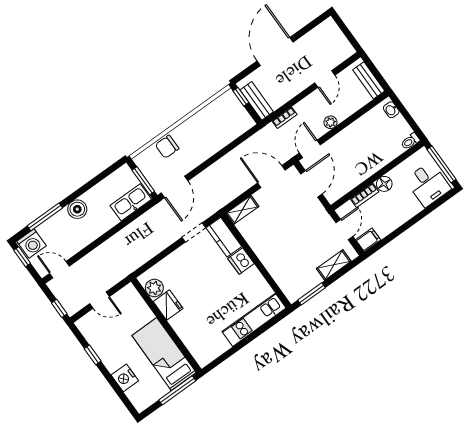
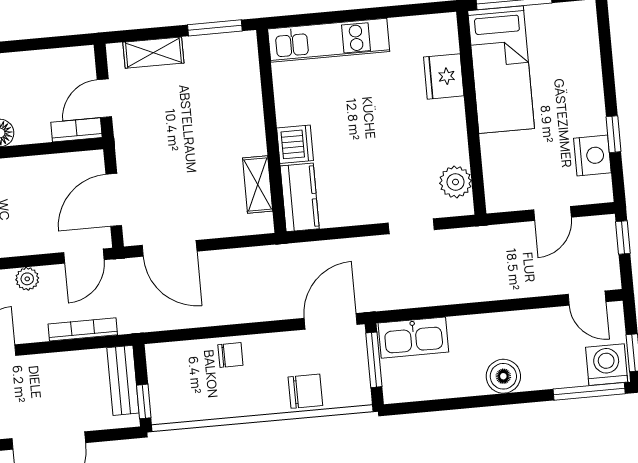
bookcase: (284, 118) -> (83, 329), width x1.56
chair: (213, 143) -> (230, 355), added
bookcase: (365, 195) -> (77, 130), moved
shelving: (242, 210) -> (258, 184), moved, turned 90
window: (45, 217) -> (589, 391), moved
doorway: (194, 232) -> (411, 226), moved
filing cabinet: (368, 240) -> (77, 60), removed
door: (99, 300) -> (552, 213), swing flipped
fridge: (168, 305) -> (444, 76), moved
nightstand: (125, 378) -> (592, 156), moved

